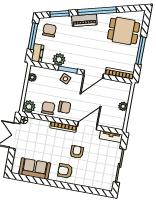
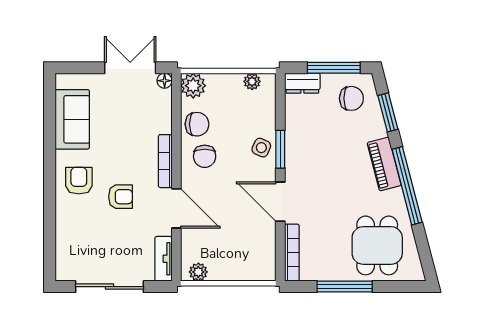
plant: (59, 59) -> (297, 128), removed
plant: (123, 106) -> (198, 272), moved

